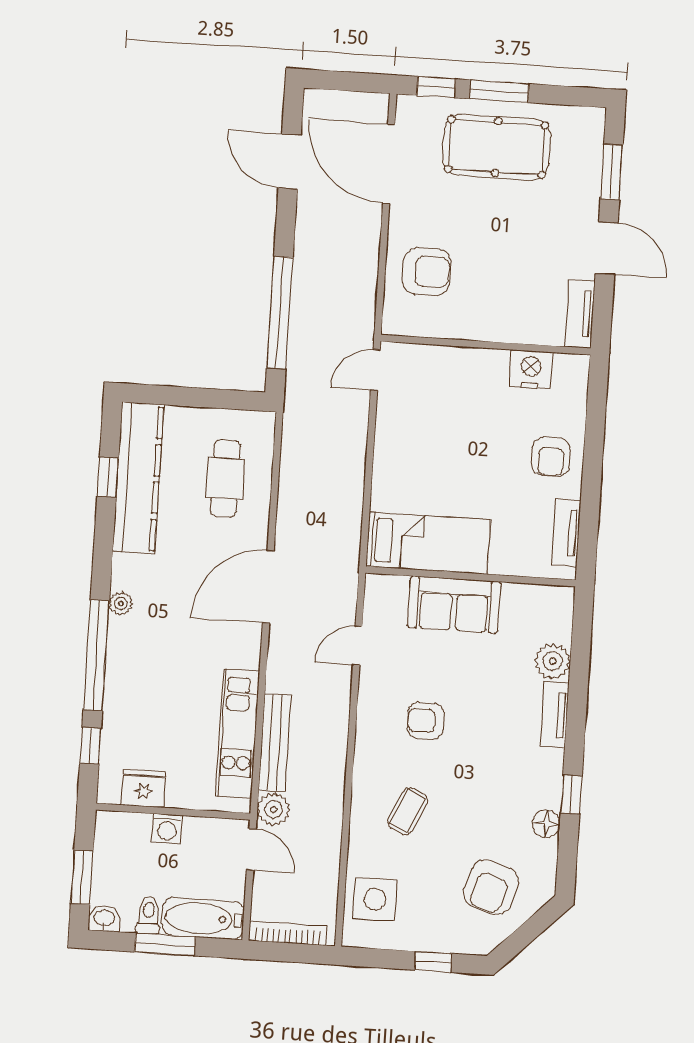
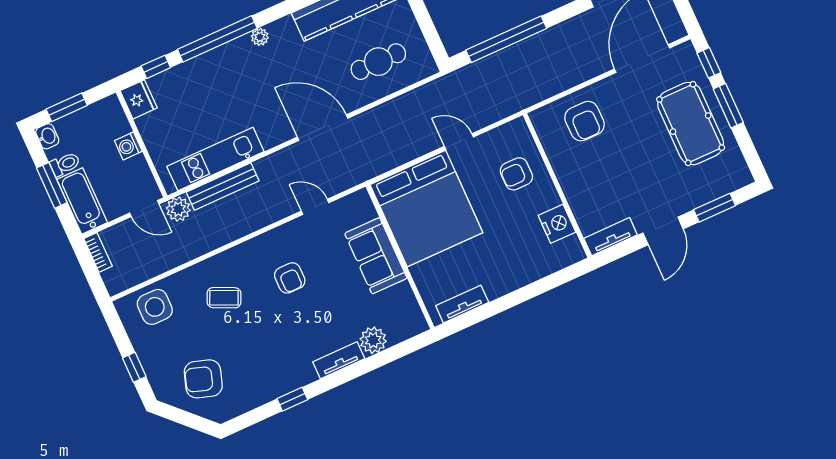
door: (375, 370) -> (459, 142), moved
armchair: (551, 457) -> (516, 174), moved
bed: (428, 543) -> (426, 209), width x2.04
armchair: (426, 721) -> (290, 278), turned 180
fridge: (144, 788) -> (139, 99), moved
floor lamp: (546, 824) -> (264, 393), removed
door: (251, 849) -> (144, 208), hinge flipped
bookcase: (288, 933) -> (98, 252), width x0.64

